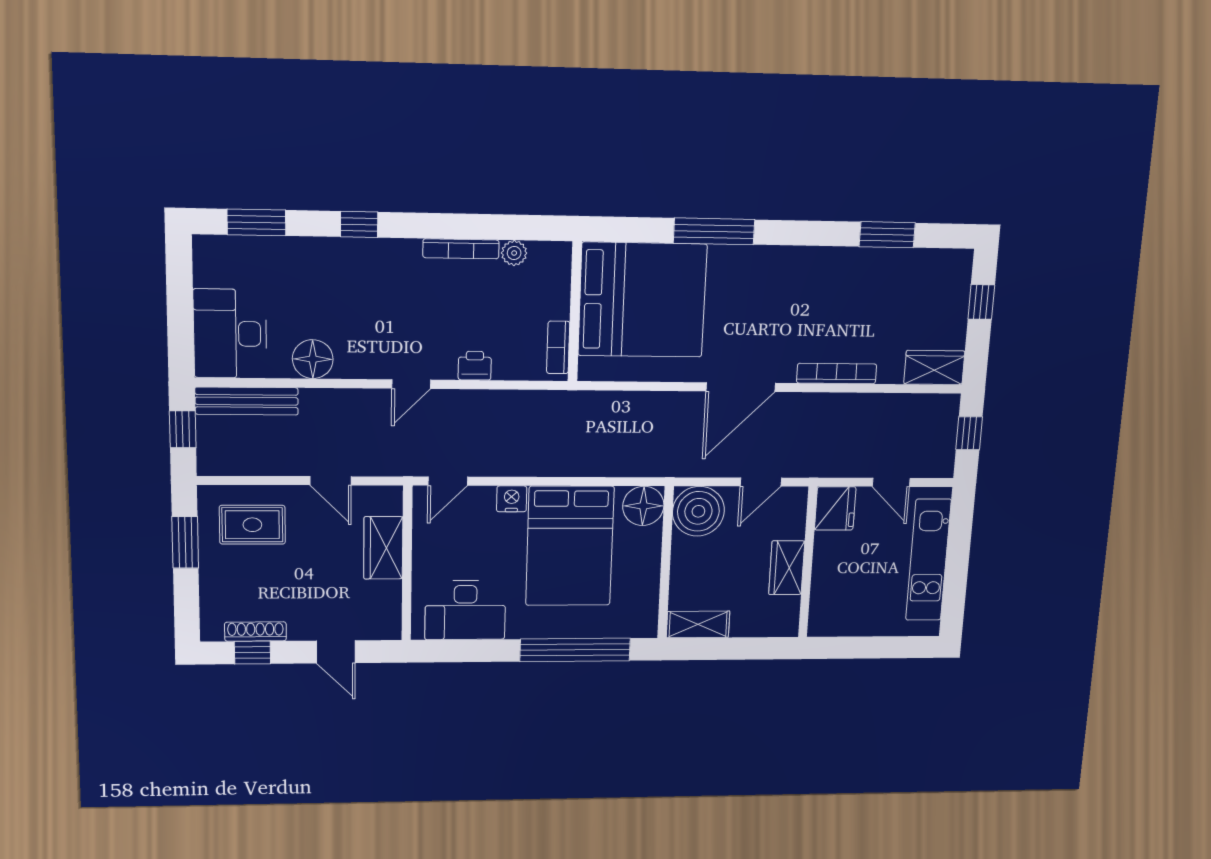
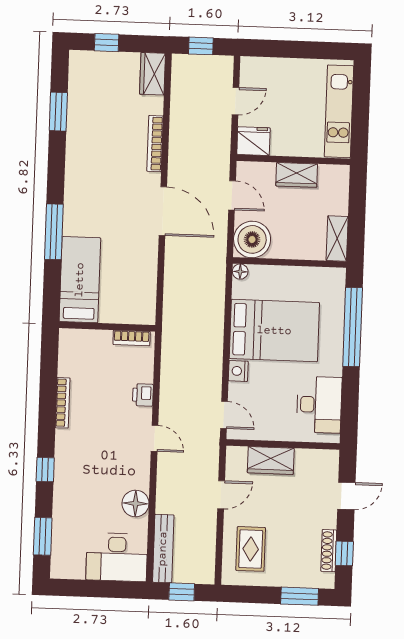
plant: (514, 253) -> (66, 367), removed
bed: (642, 300) -> (80, 280), width x0.49
floor lamp: (643, 506) -> (240, 272), width x0.53, depth x0.53
window: (185, 542) -> (300, 596), moved
kitchen unit: (928, 560) -> (339, 111), moved, turned 90

